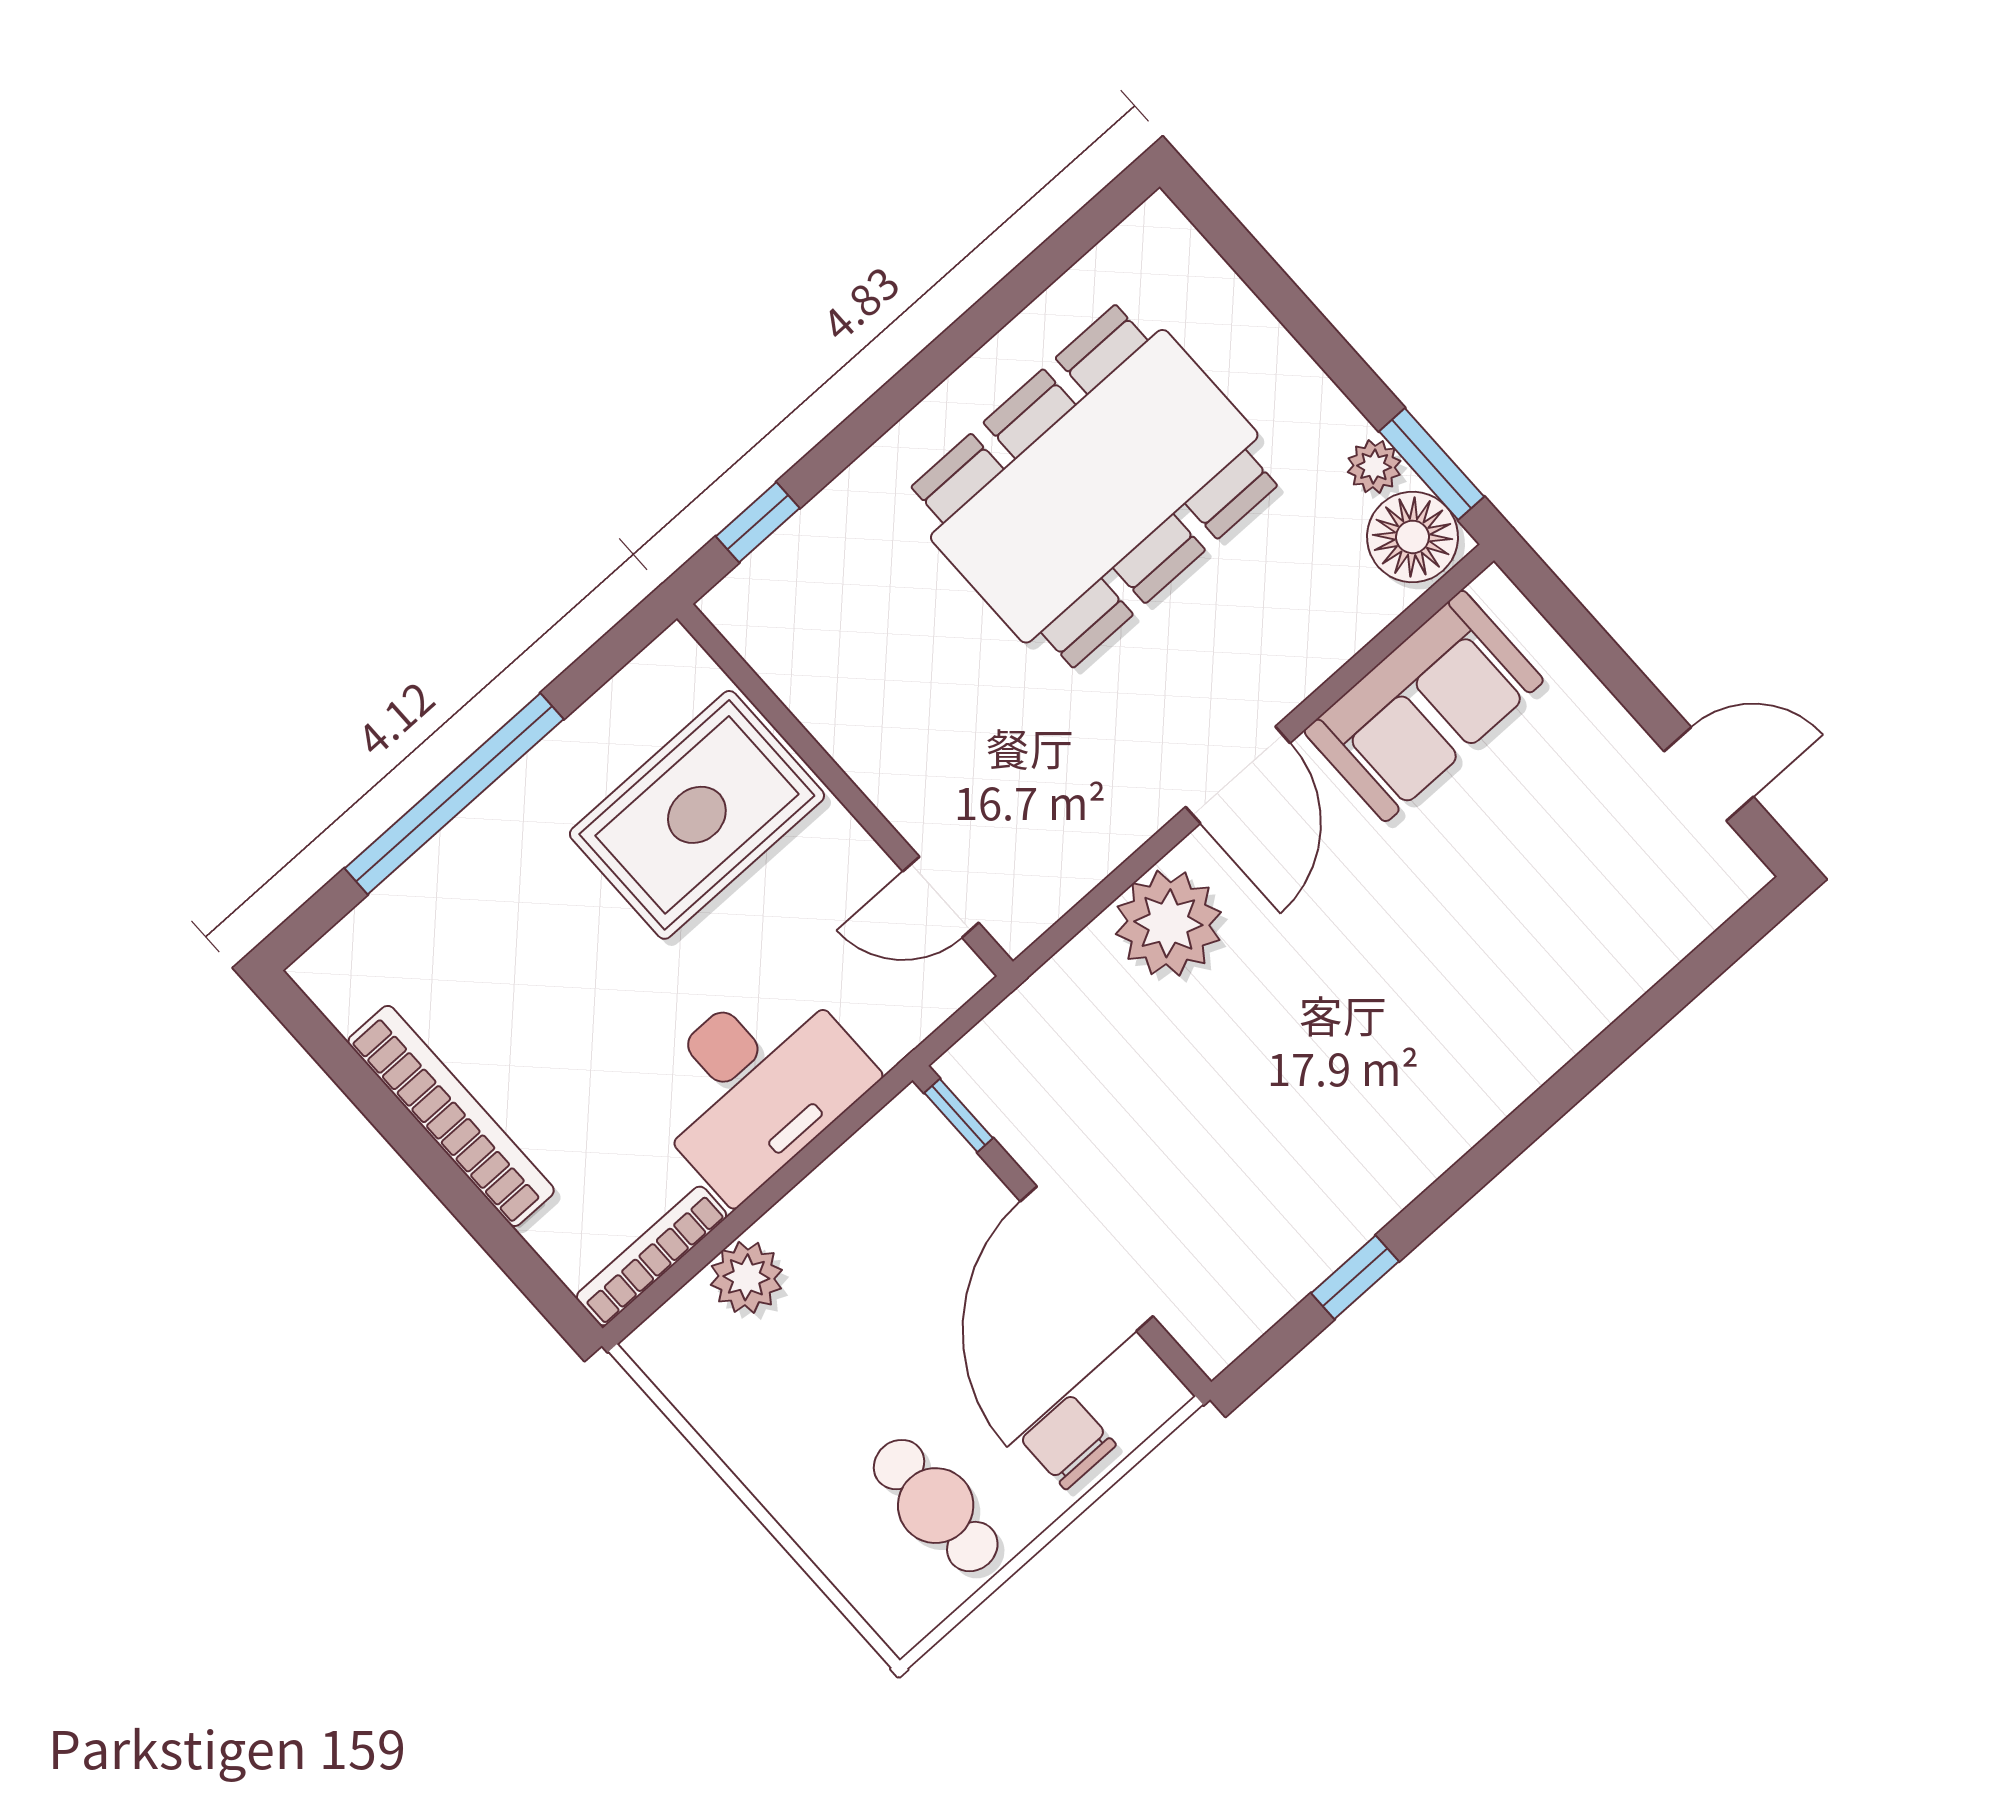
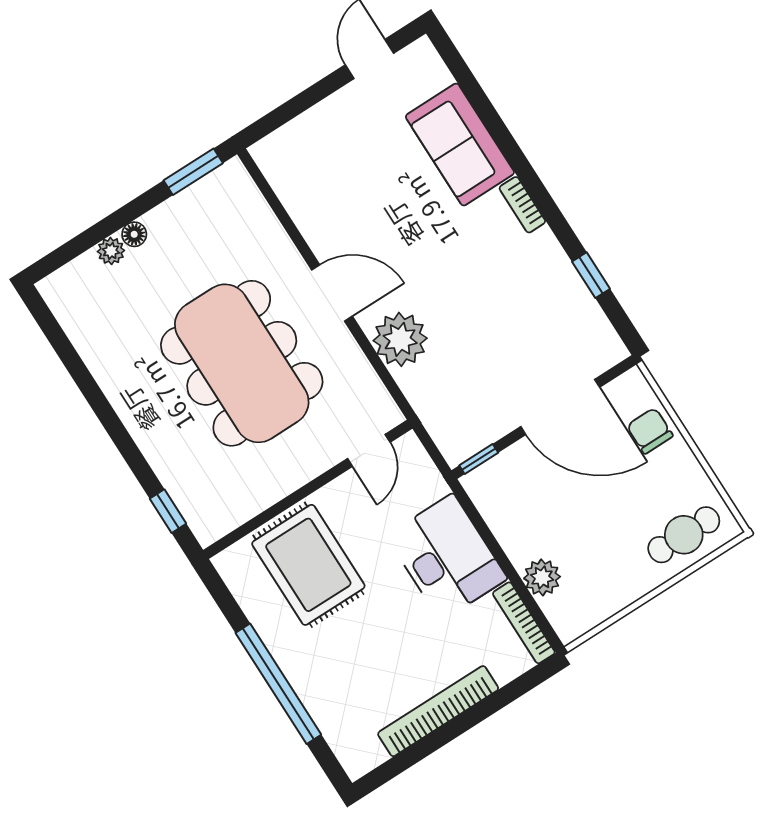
plant: (1374, 467) -> (111, 251), moved
dining table: (1094, 486) -> (242, 363), moved
floor lamp: (1413, 537) -> (134, 234), moved, width x0.53, depth x0.53
sofa: (1424, 706) -> (460, 145), moved, turned 180
bookcase: (1472, 1120) -> (522, 205), added
chair: (1068, 1442) -> (650, 431), turned 90
cafe table: (936, 1506) -> (684, 535), moved

